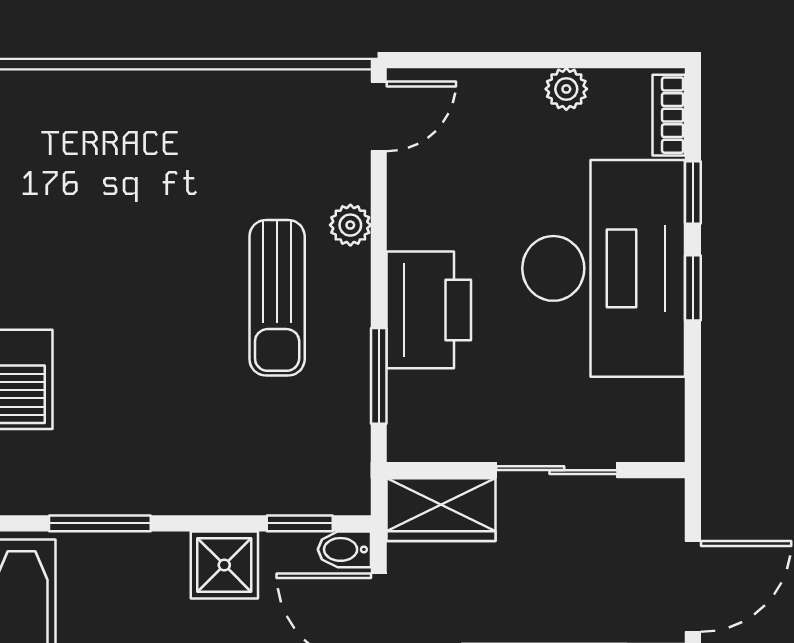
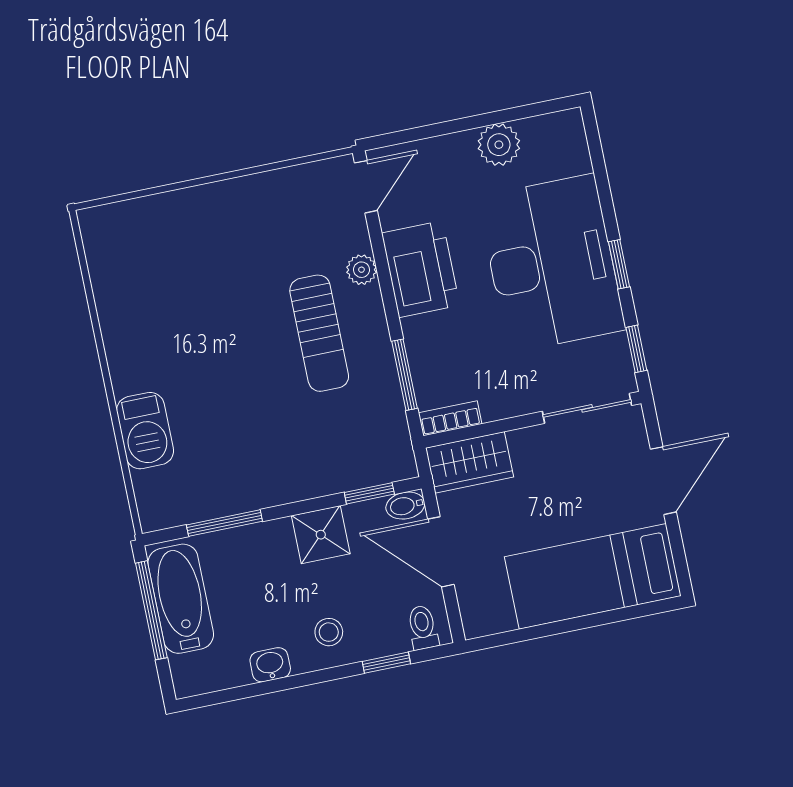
plant: (566, 89) -> (499, 145), width x1.38, depth x1.38
bookcase: (669, 115) -> (450, 418), moved, turned 90
window: (693, 193) -> (636, 349), moved
printer: (429, 310) -> (421, 269), moved
sliding door: (557, 470) -> (587, 408), moved

